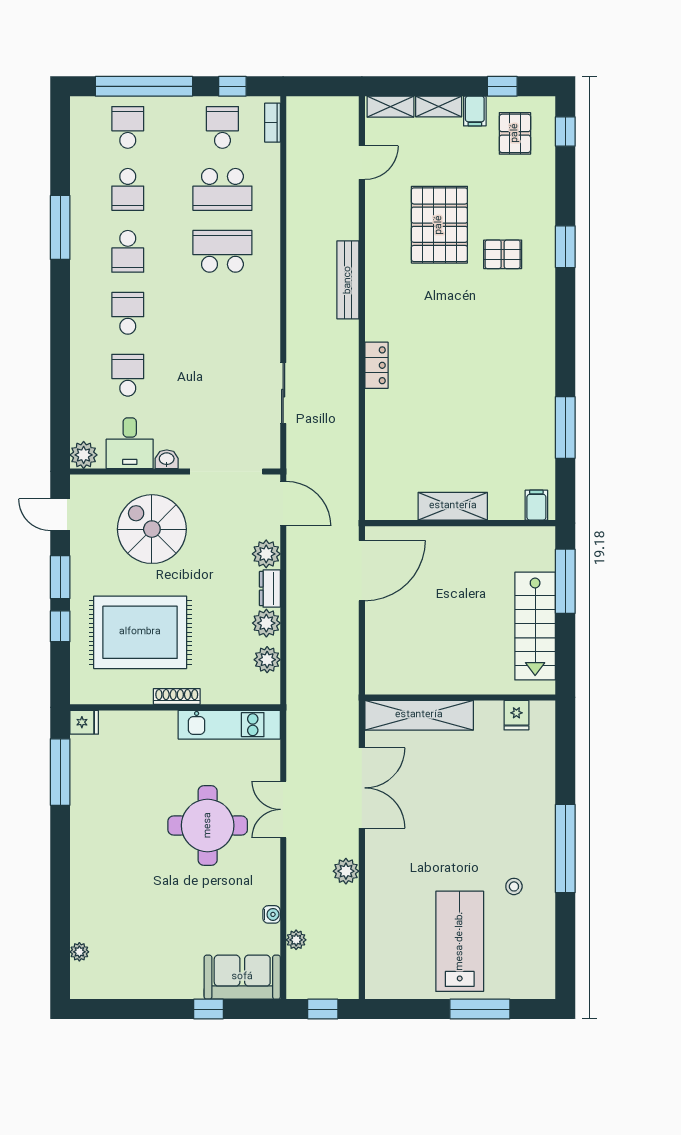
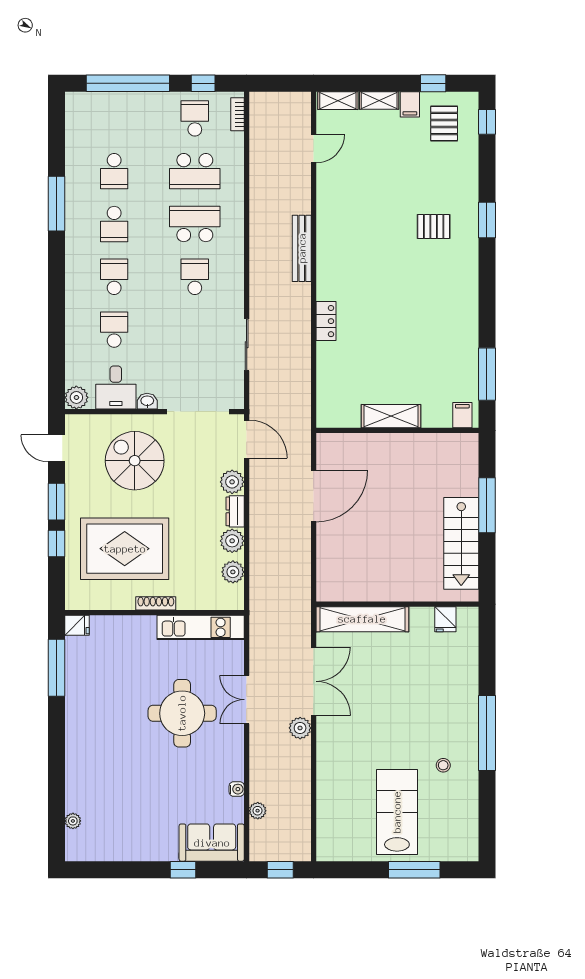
school desk: (128, 127) -> (195, 277), moved
pallet: (439, 225) -> (380, 201), removed
filing cabinet: (536, 505) -> (462, 415), moved
shelving: (453, 506) -> (391, 416), moved
wall: (460, 523) -> (397, 430), moved
plant: (346, 871) -> (300, 728), moved

